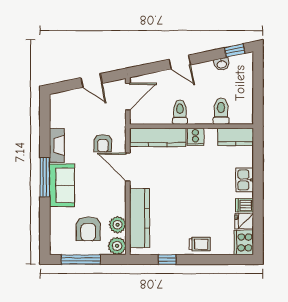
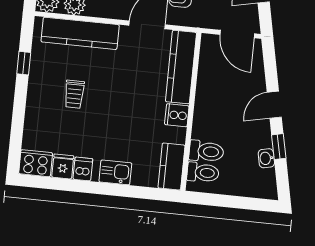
window: (235, 51) -> (279, 147), moved
toilet: (180, 112) -> (203, 172), moved
trolley: (200, 244) -> (74, 94), moved

